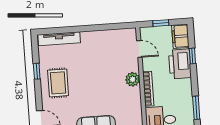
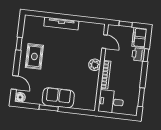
tv unit: (59, 39) -> (61, 23), moved
printer: (180, 64) -> (138, 54), width x0.53, depth x0.68

